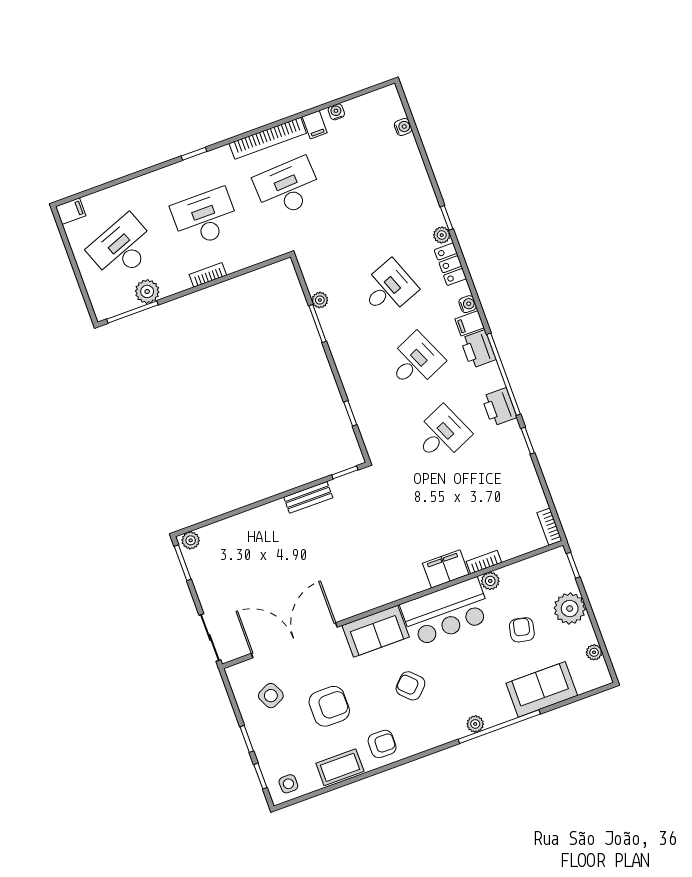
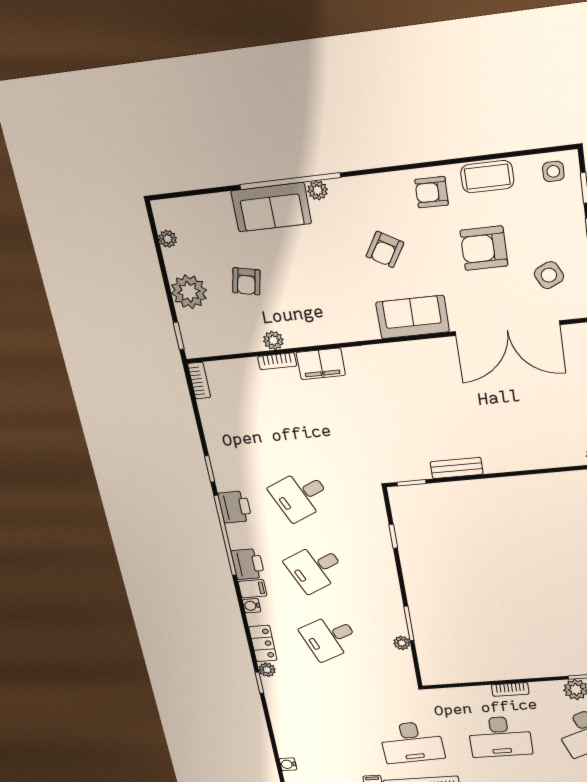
bar counter: (446, 612) -> (329, 319), removed
armchair: (410, 686) -> (385, 249), turned 76
sofa: (542, 689) -> (271, 207), moved

